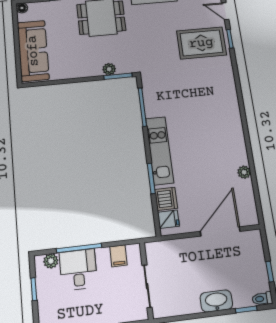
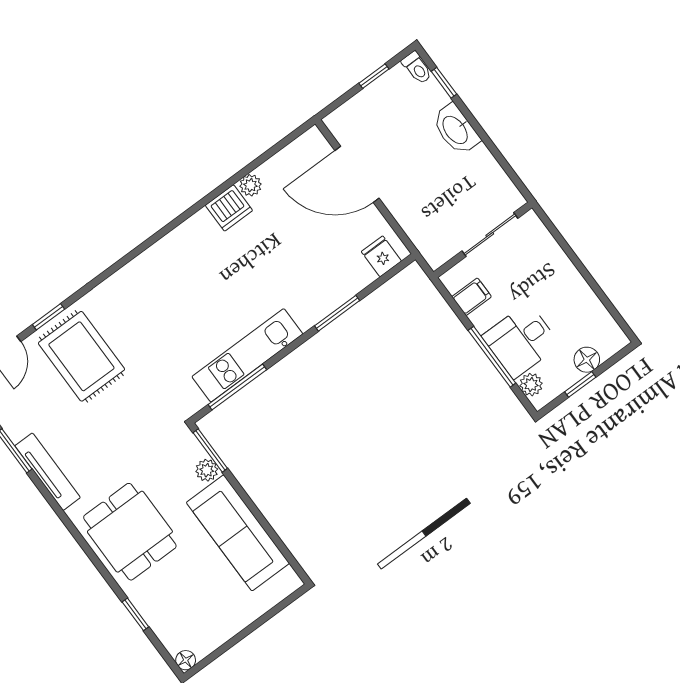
sofa: (33, 51) -> (238, 533), moved, turned -90
kitchen unit: (160, 151) -> (247, 355), moved
dishwasher: (166, 199) -> (229, 208), moved, turned 180
floor lamp: (45, 301) -> (587, 360), added

